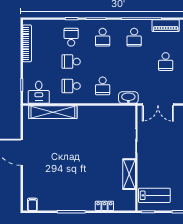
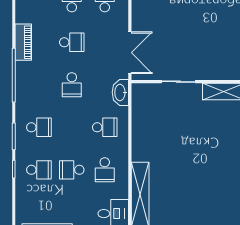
school desk: (71, 37) -> (39, 170), turned 180
school desk: (134, 37) -> (72, 85), moved, turned 90
school desk: (71, 62) -> (72, 170), turned 90

